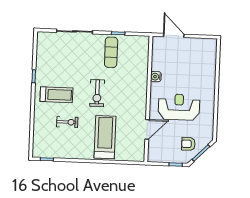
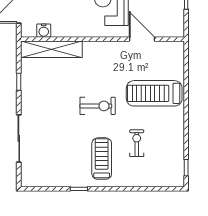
exercise mat: (111, 52) -> (44, 90), removed
shelving: (142, 59) -> (51, 49), added
water cooler: (156, 77) -> (44, 31), moved

